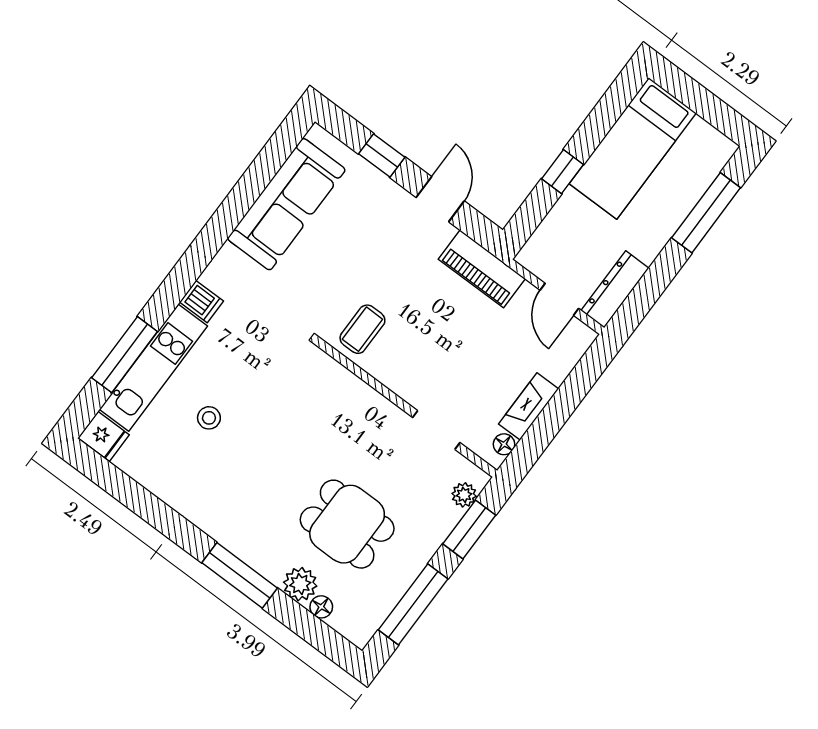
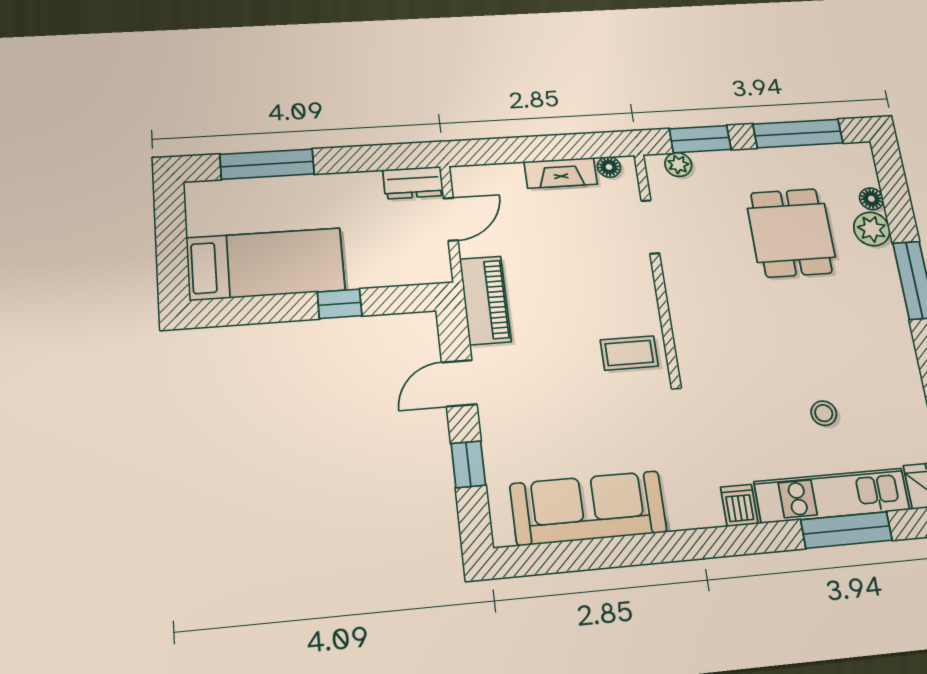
dresser: (615, 289) -> (413, 183), width x0.70

